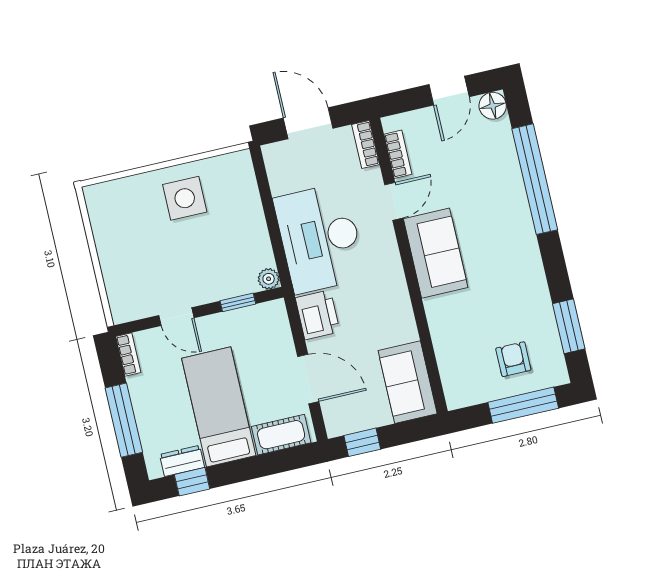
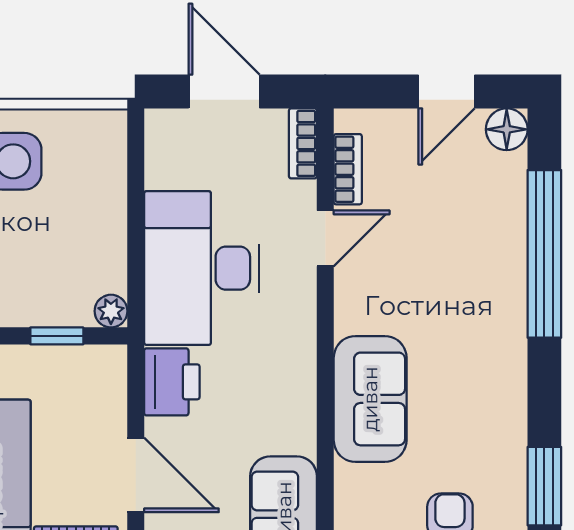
sofa: (436, 253) -> (370, 399), moved

